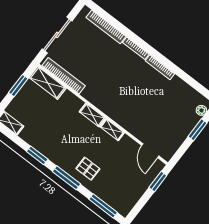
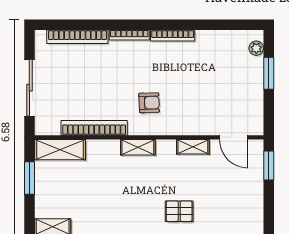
bookcase: (64, 76) -> (94, 128), moved
armchair: (118, 95) -> (149, 103), added
shelving: (112, 130) -> (193, 147), moved

